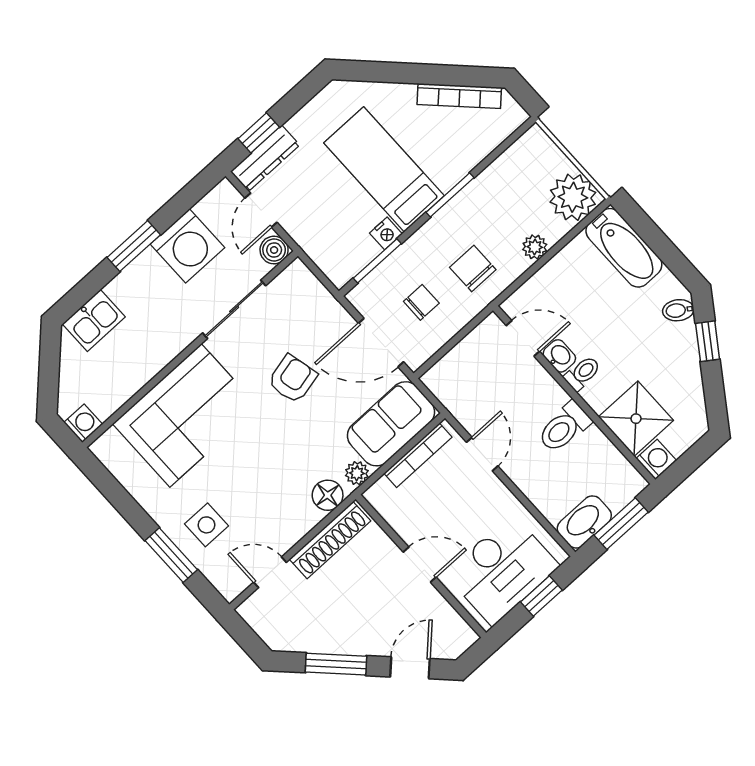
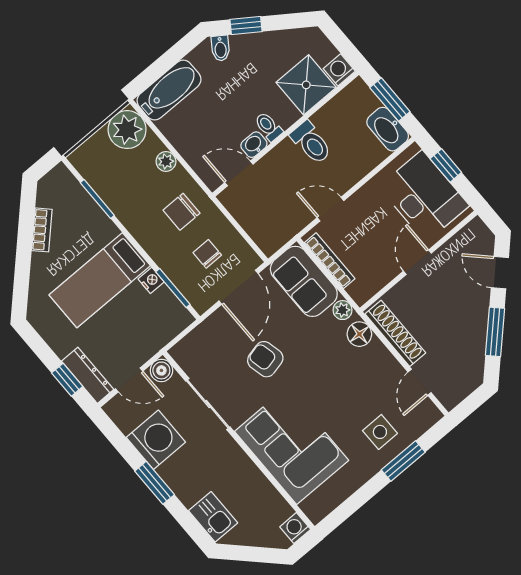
bookcase: (459, 96) -> (42, 230), width x0.64
window: (450, 195) -> (97, 199), moved
door: (523, 338) -> (239, 173), hinge flipped

